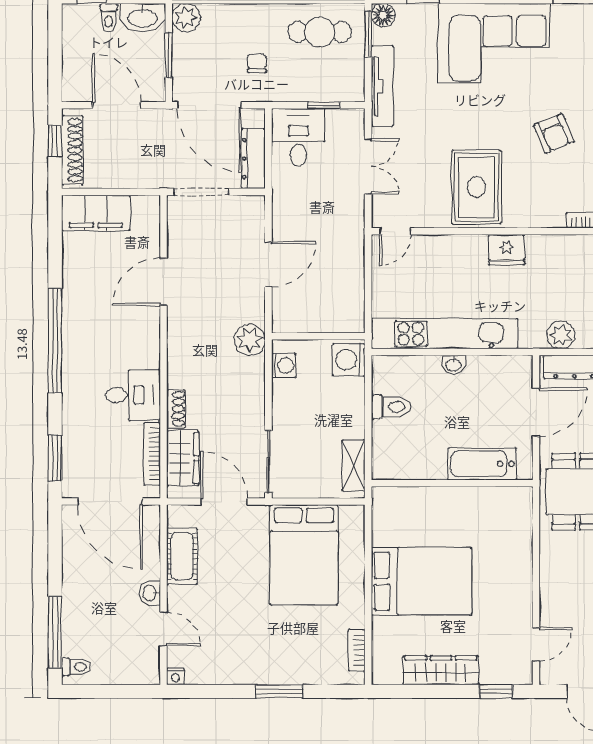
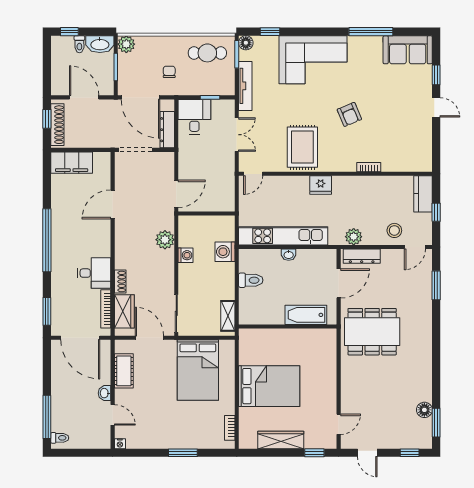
wall: (318, 336) -> (207, 214), moved

